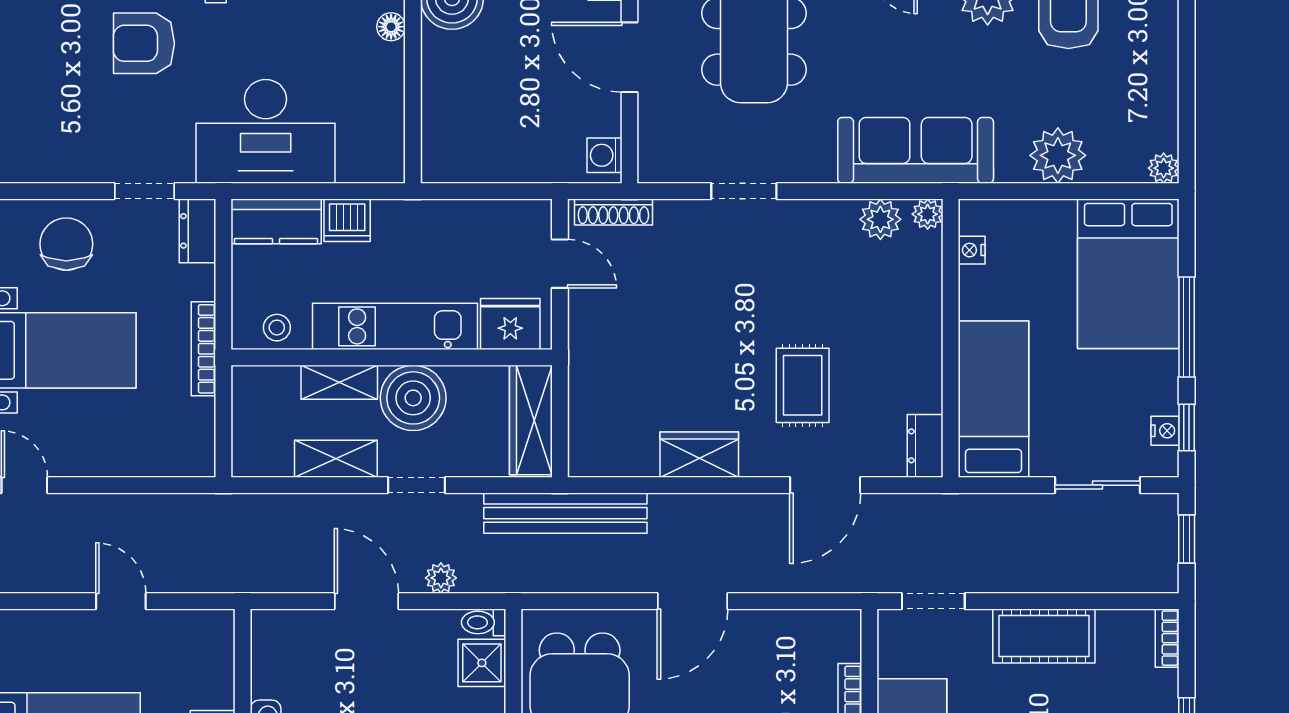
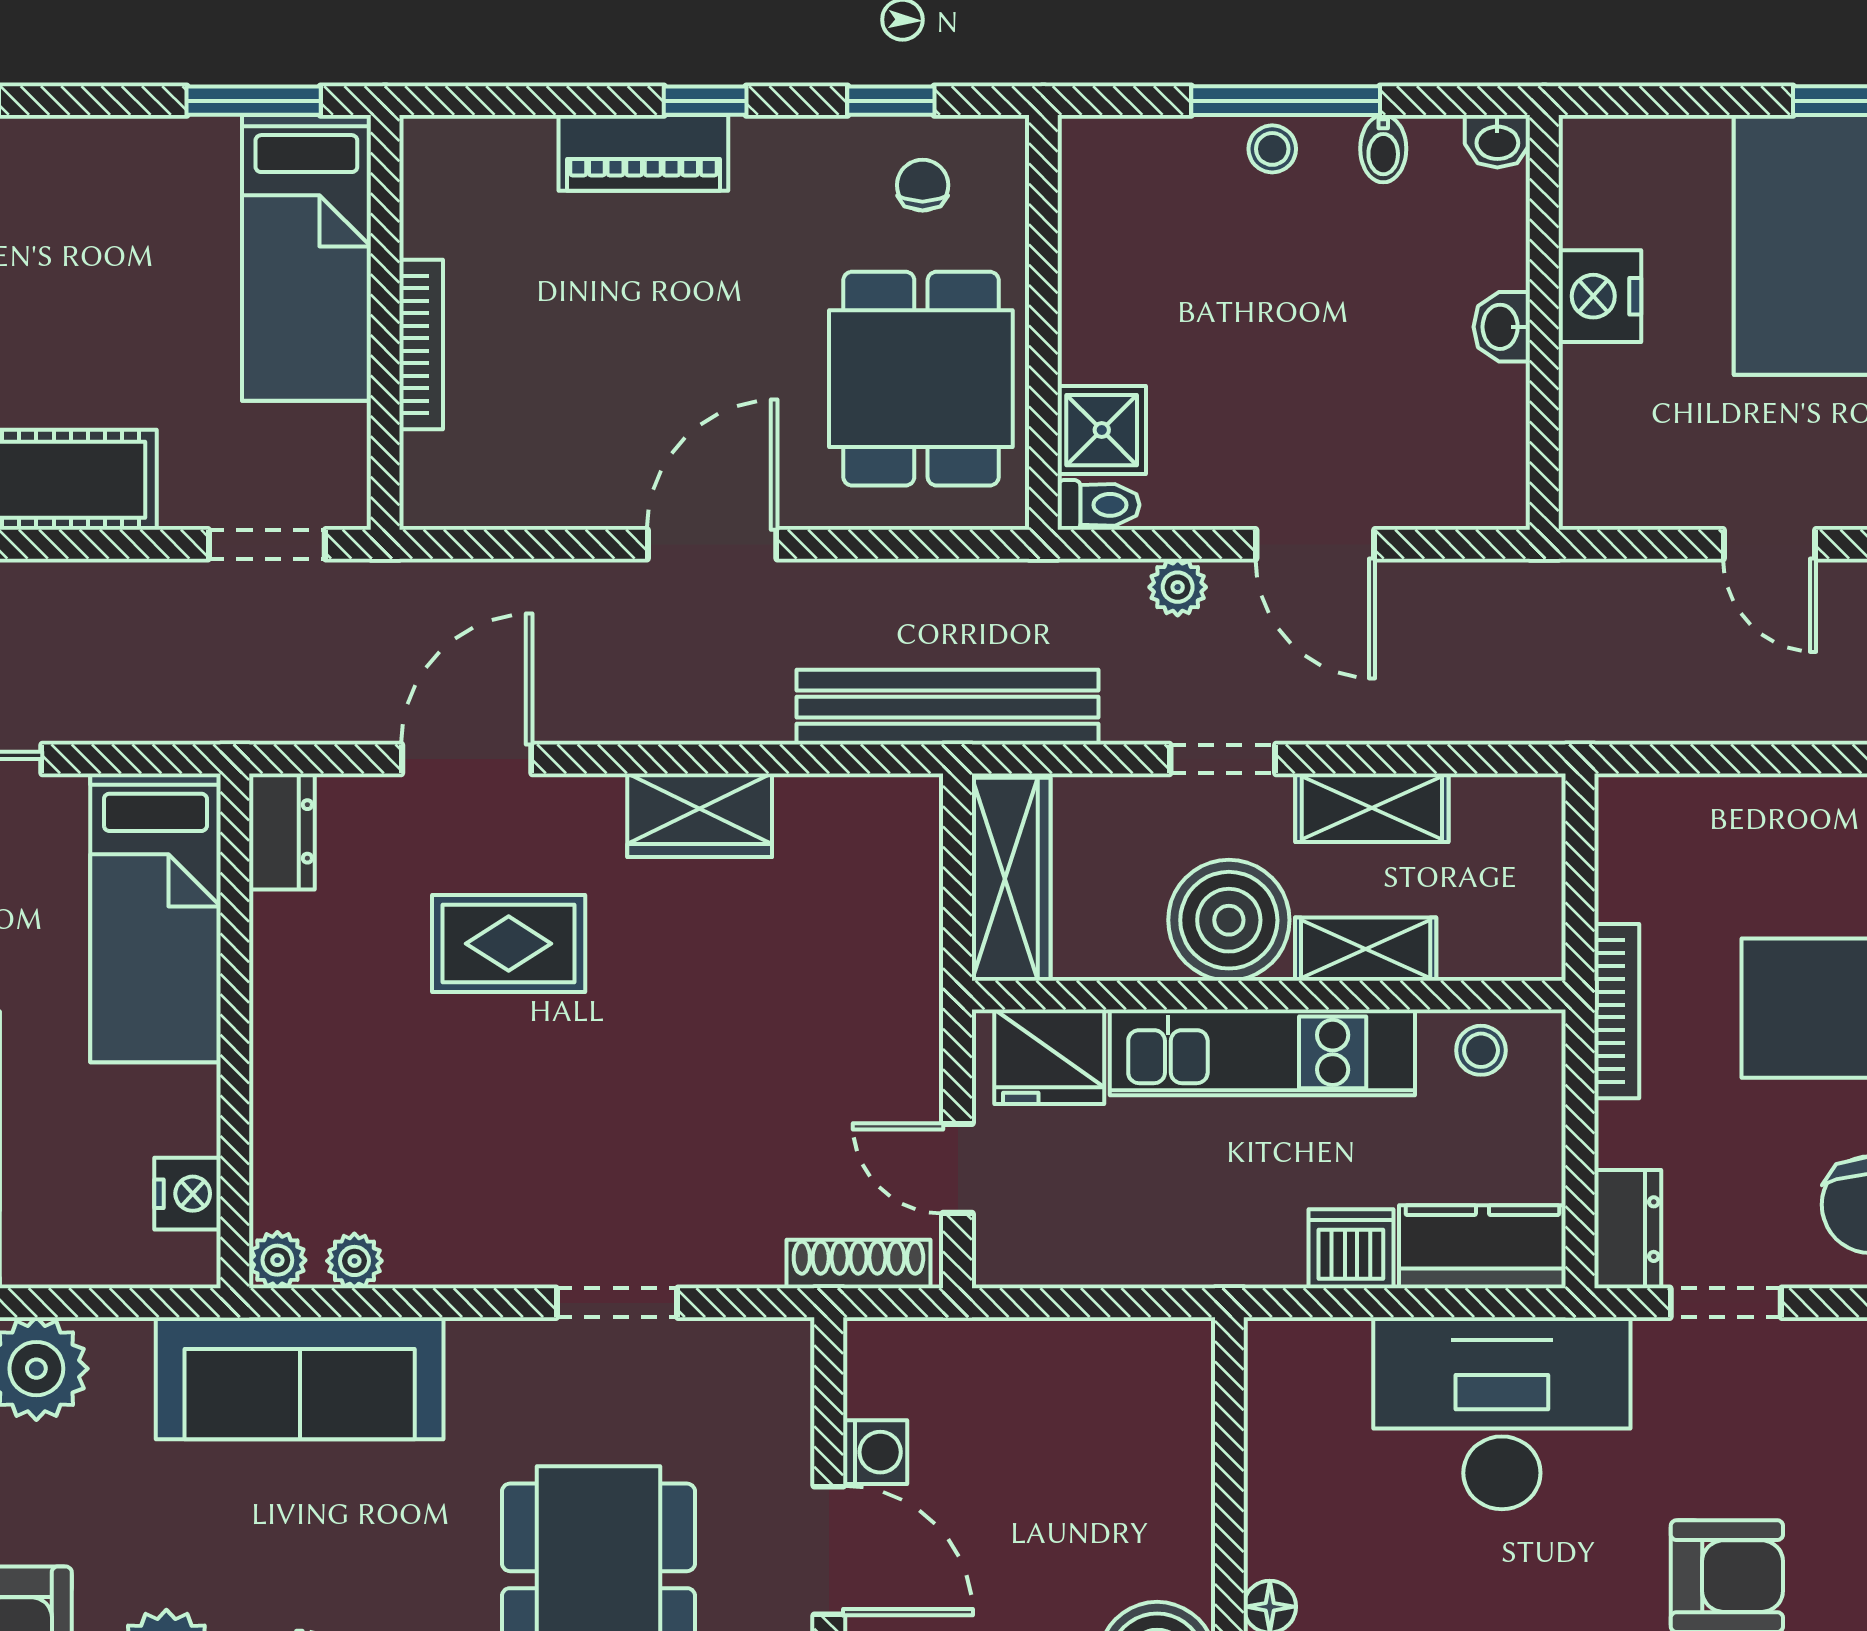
washing machine: (604, 155) -> (875, 1452), moved
plant: (880, 219) -> (354, 1261), width x0.73, depth x0.73
nightstand: (972, 250) -> (187, 1194), width x1.39, depth x1.35
rug: (803, 385) -> (509, 944), turned 90

